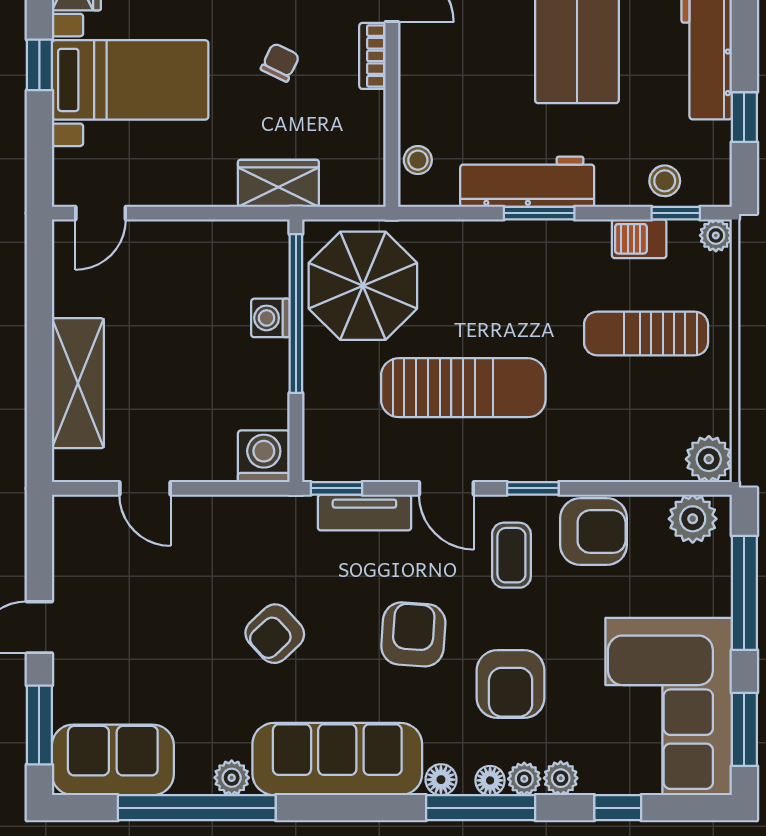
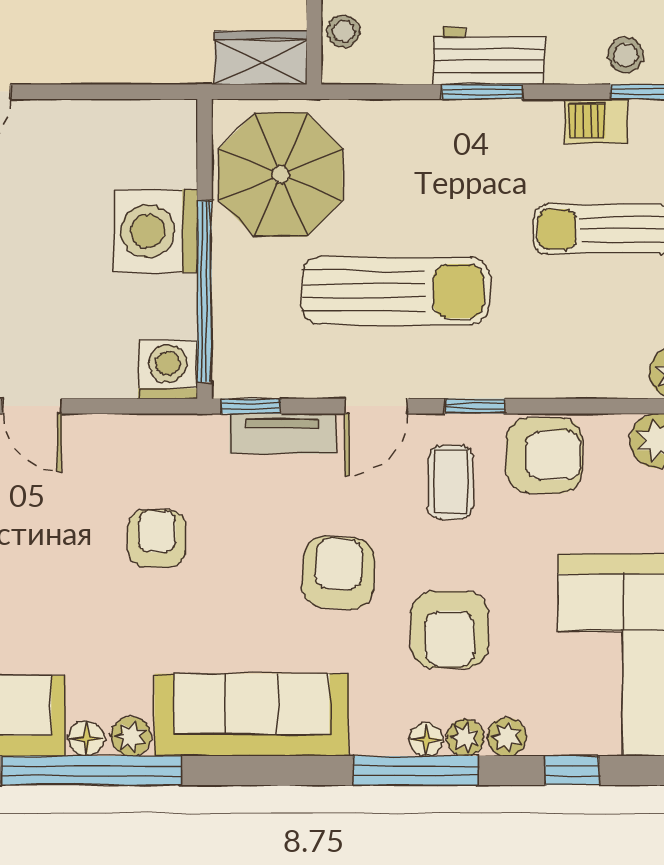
workbench: (527, 182) -> (489, 56), width x0.73
wardrobe: (278, 183) -> (261, 58), moved
window: (296, 314) -> (204, 291), moved
washing machine: (270, 318) -> (156, 231), width x1.89, depth x1.89
door: (446, 488) -> (376, 406), hinge flipped
armchair: (275, 634) -> (157, 538), moved, turned 133
floor lamp: (441, 780) -> (87, 739), moved

